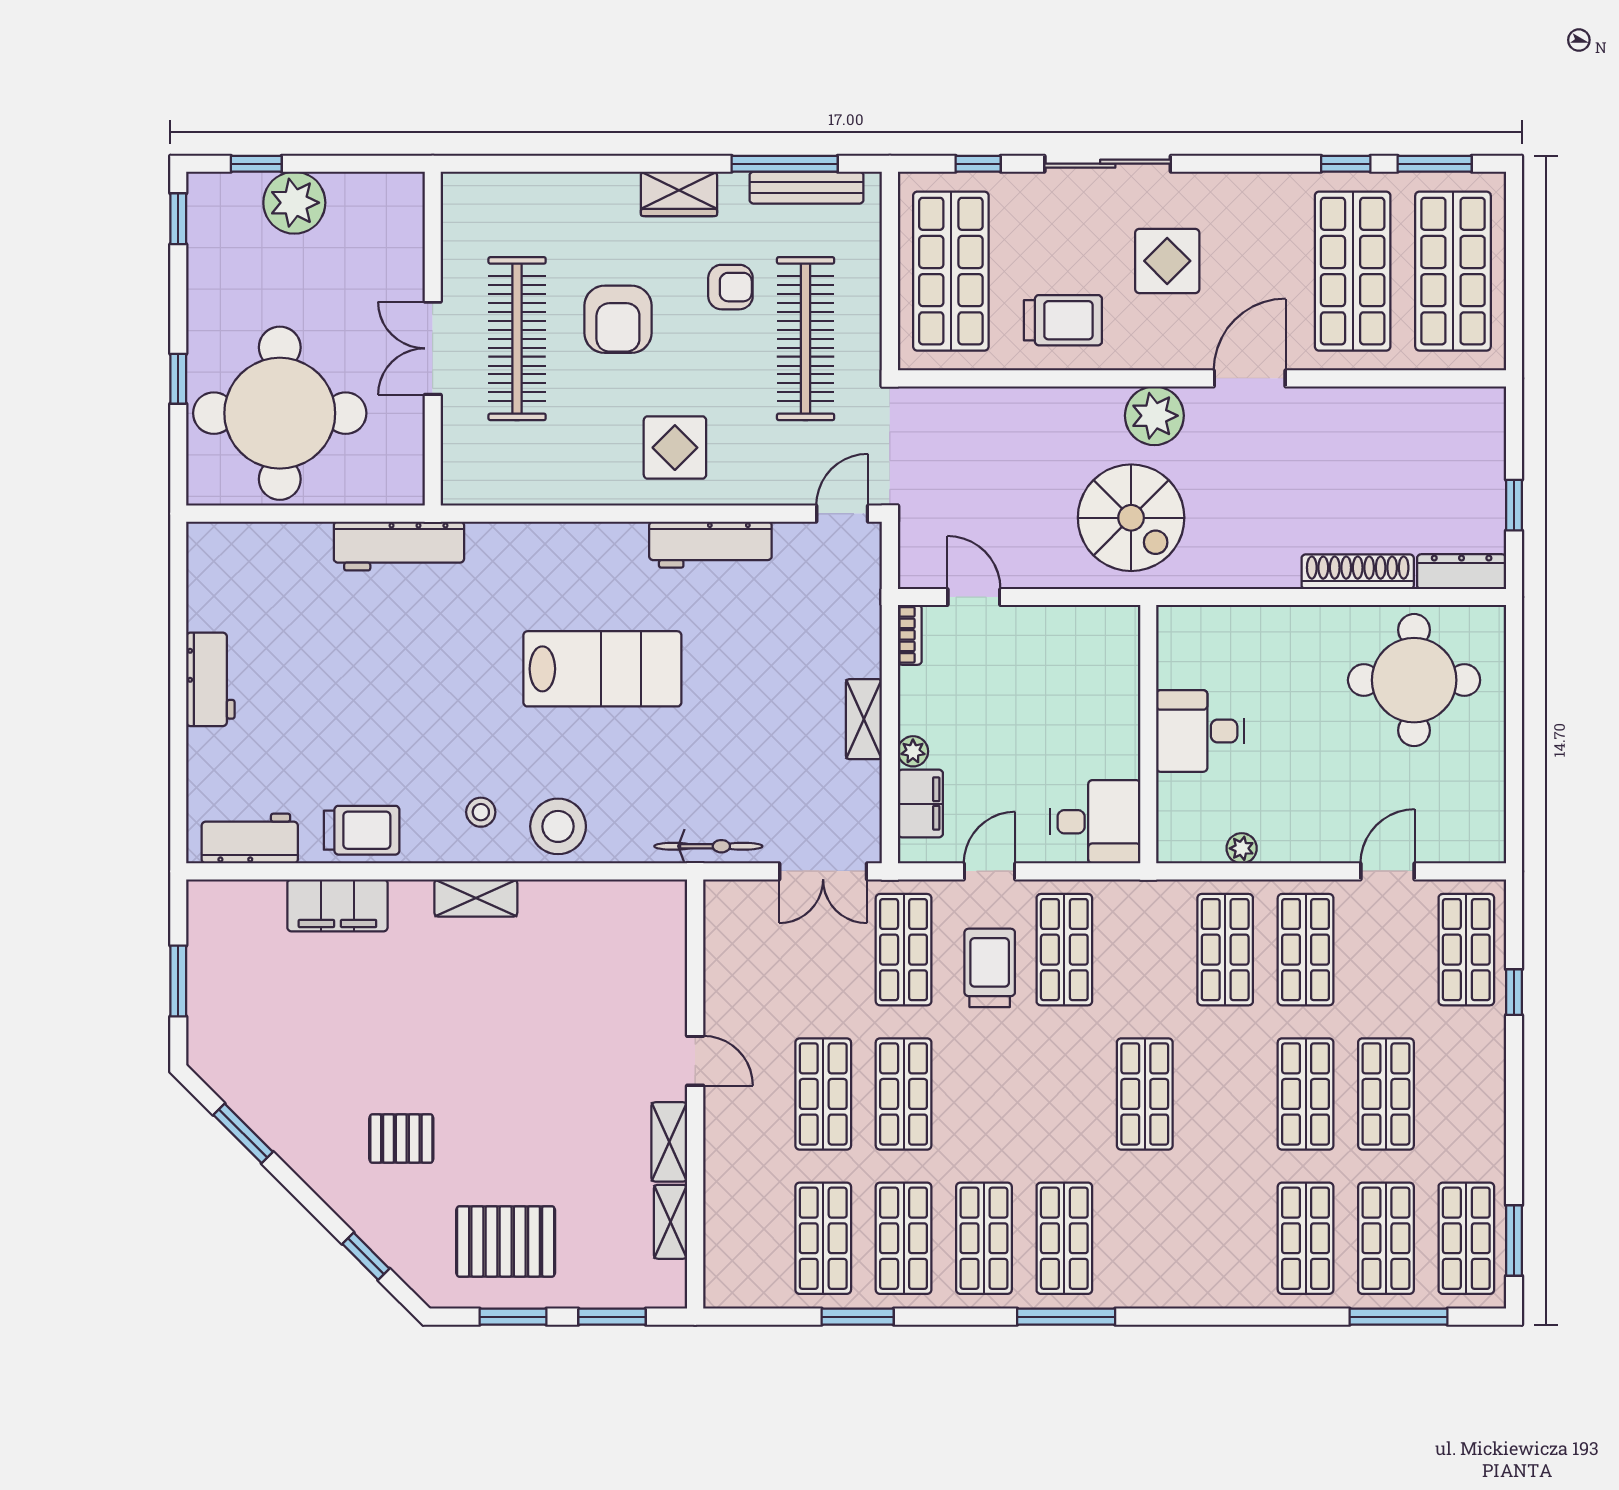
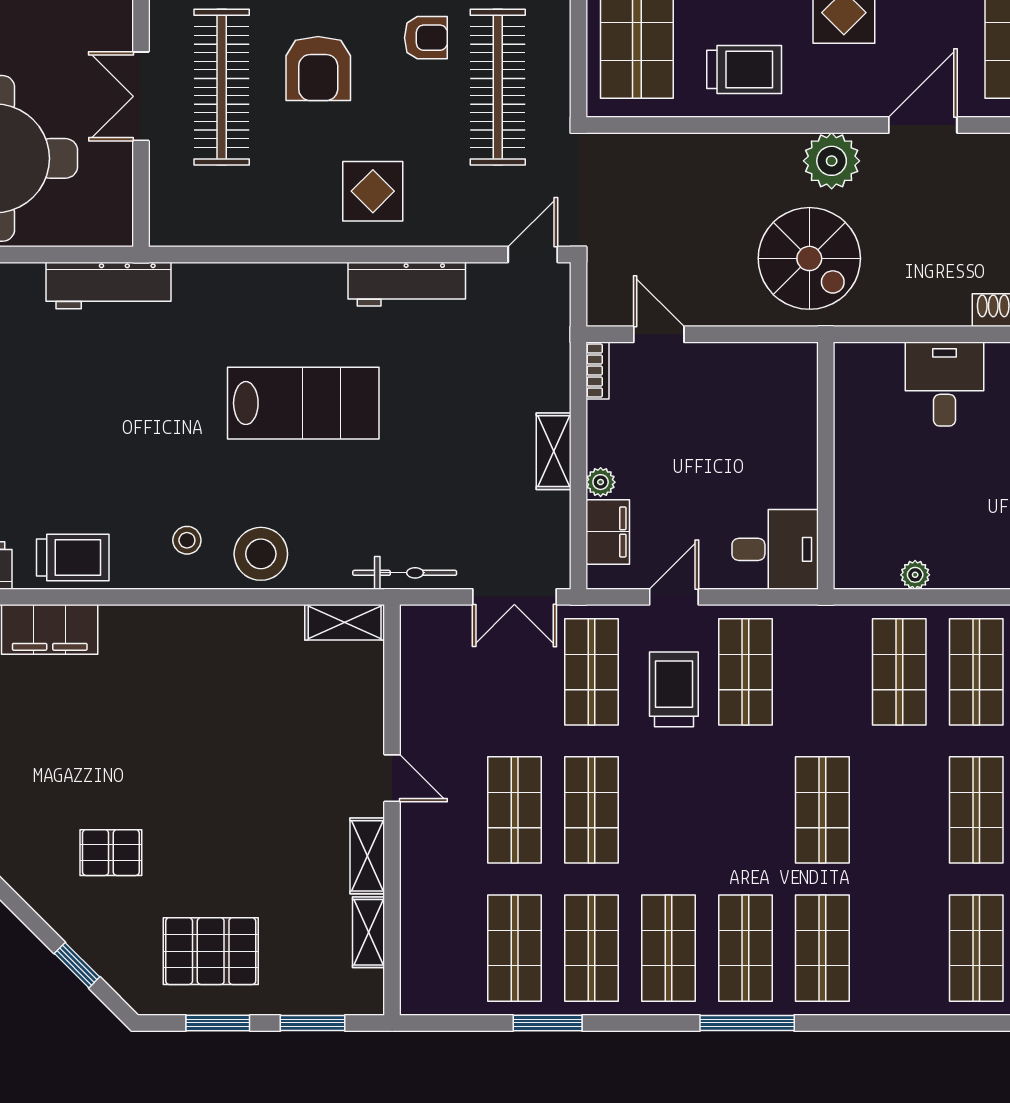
desk: (1200, 731) -> (944, 384), moved, turned 90
shelving: (476, 898) -> (345, 622), moved
shop shelf: (1145, 1238) -> (822, 948), added

